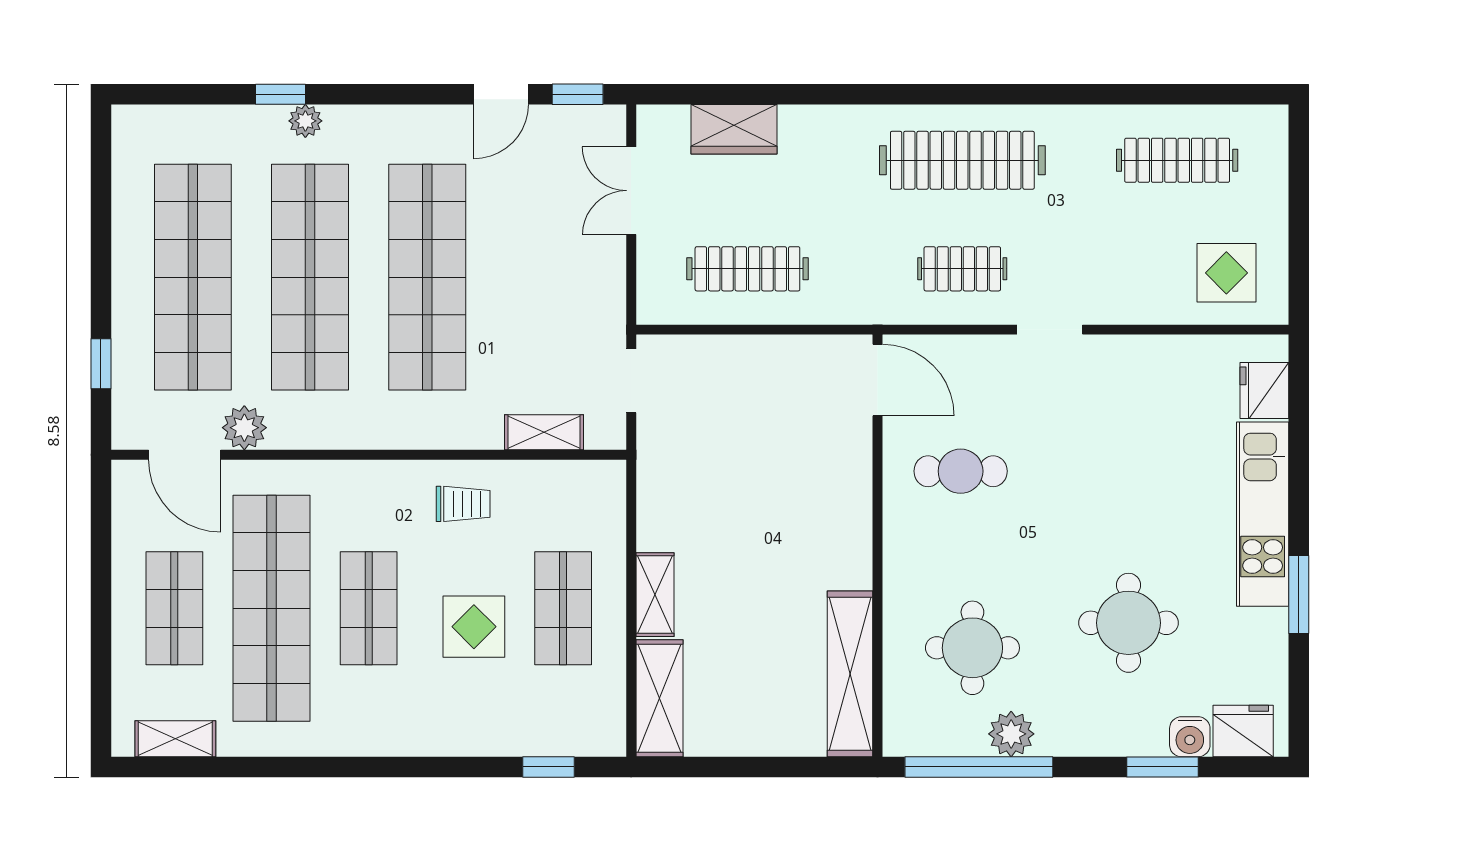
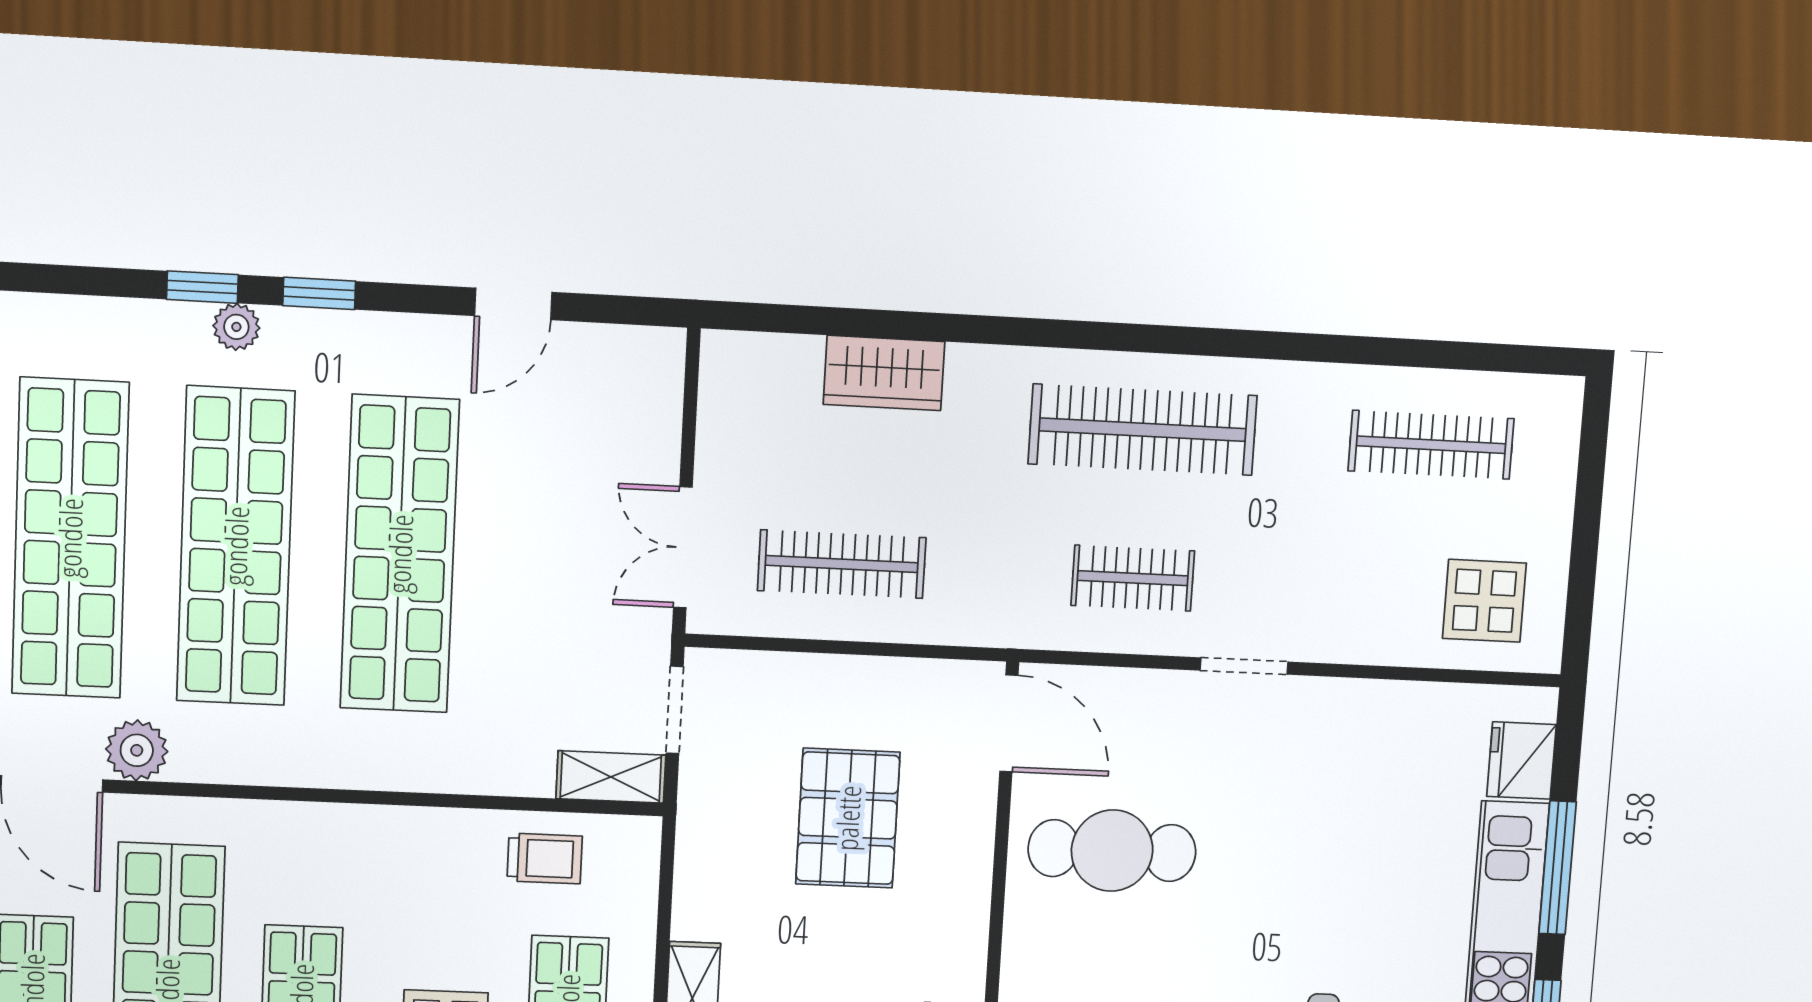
window: (578, 94) -> (319, 293), moved
wardrobe: (734, 129) -> (884, 373), moved
double door: (631, 191) -> (683, 547), moved
shelving: (544, 432) -> (611, 777), moved
pallet: (763, 455) -> (848, 818), added
window: (1299, 470) -> (1557, 868), added
cafe table: (961, 471) -> (1112, 851), width x1.37, depth x1.35
trolley: (463, 504) -> (545, 858), moved

